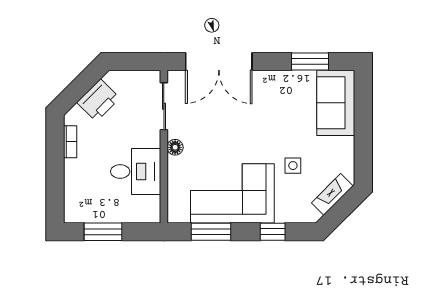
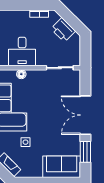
double door: (219, 62) -> (85, 115), moved
floor lamp: (175, 147) -> (21, 74), moved

